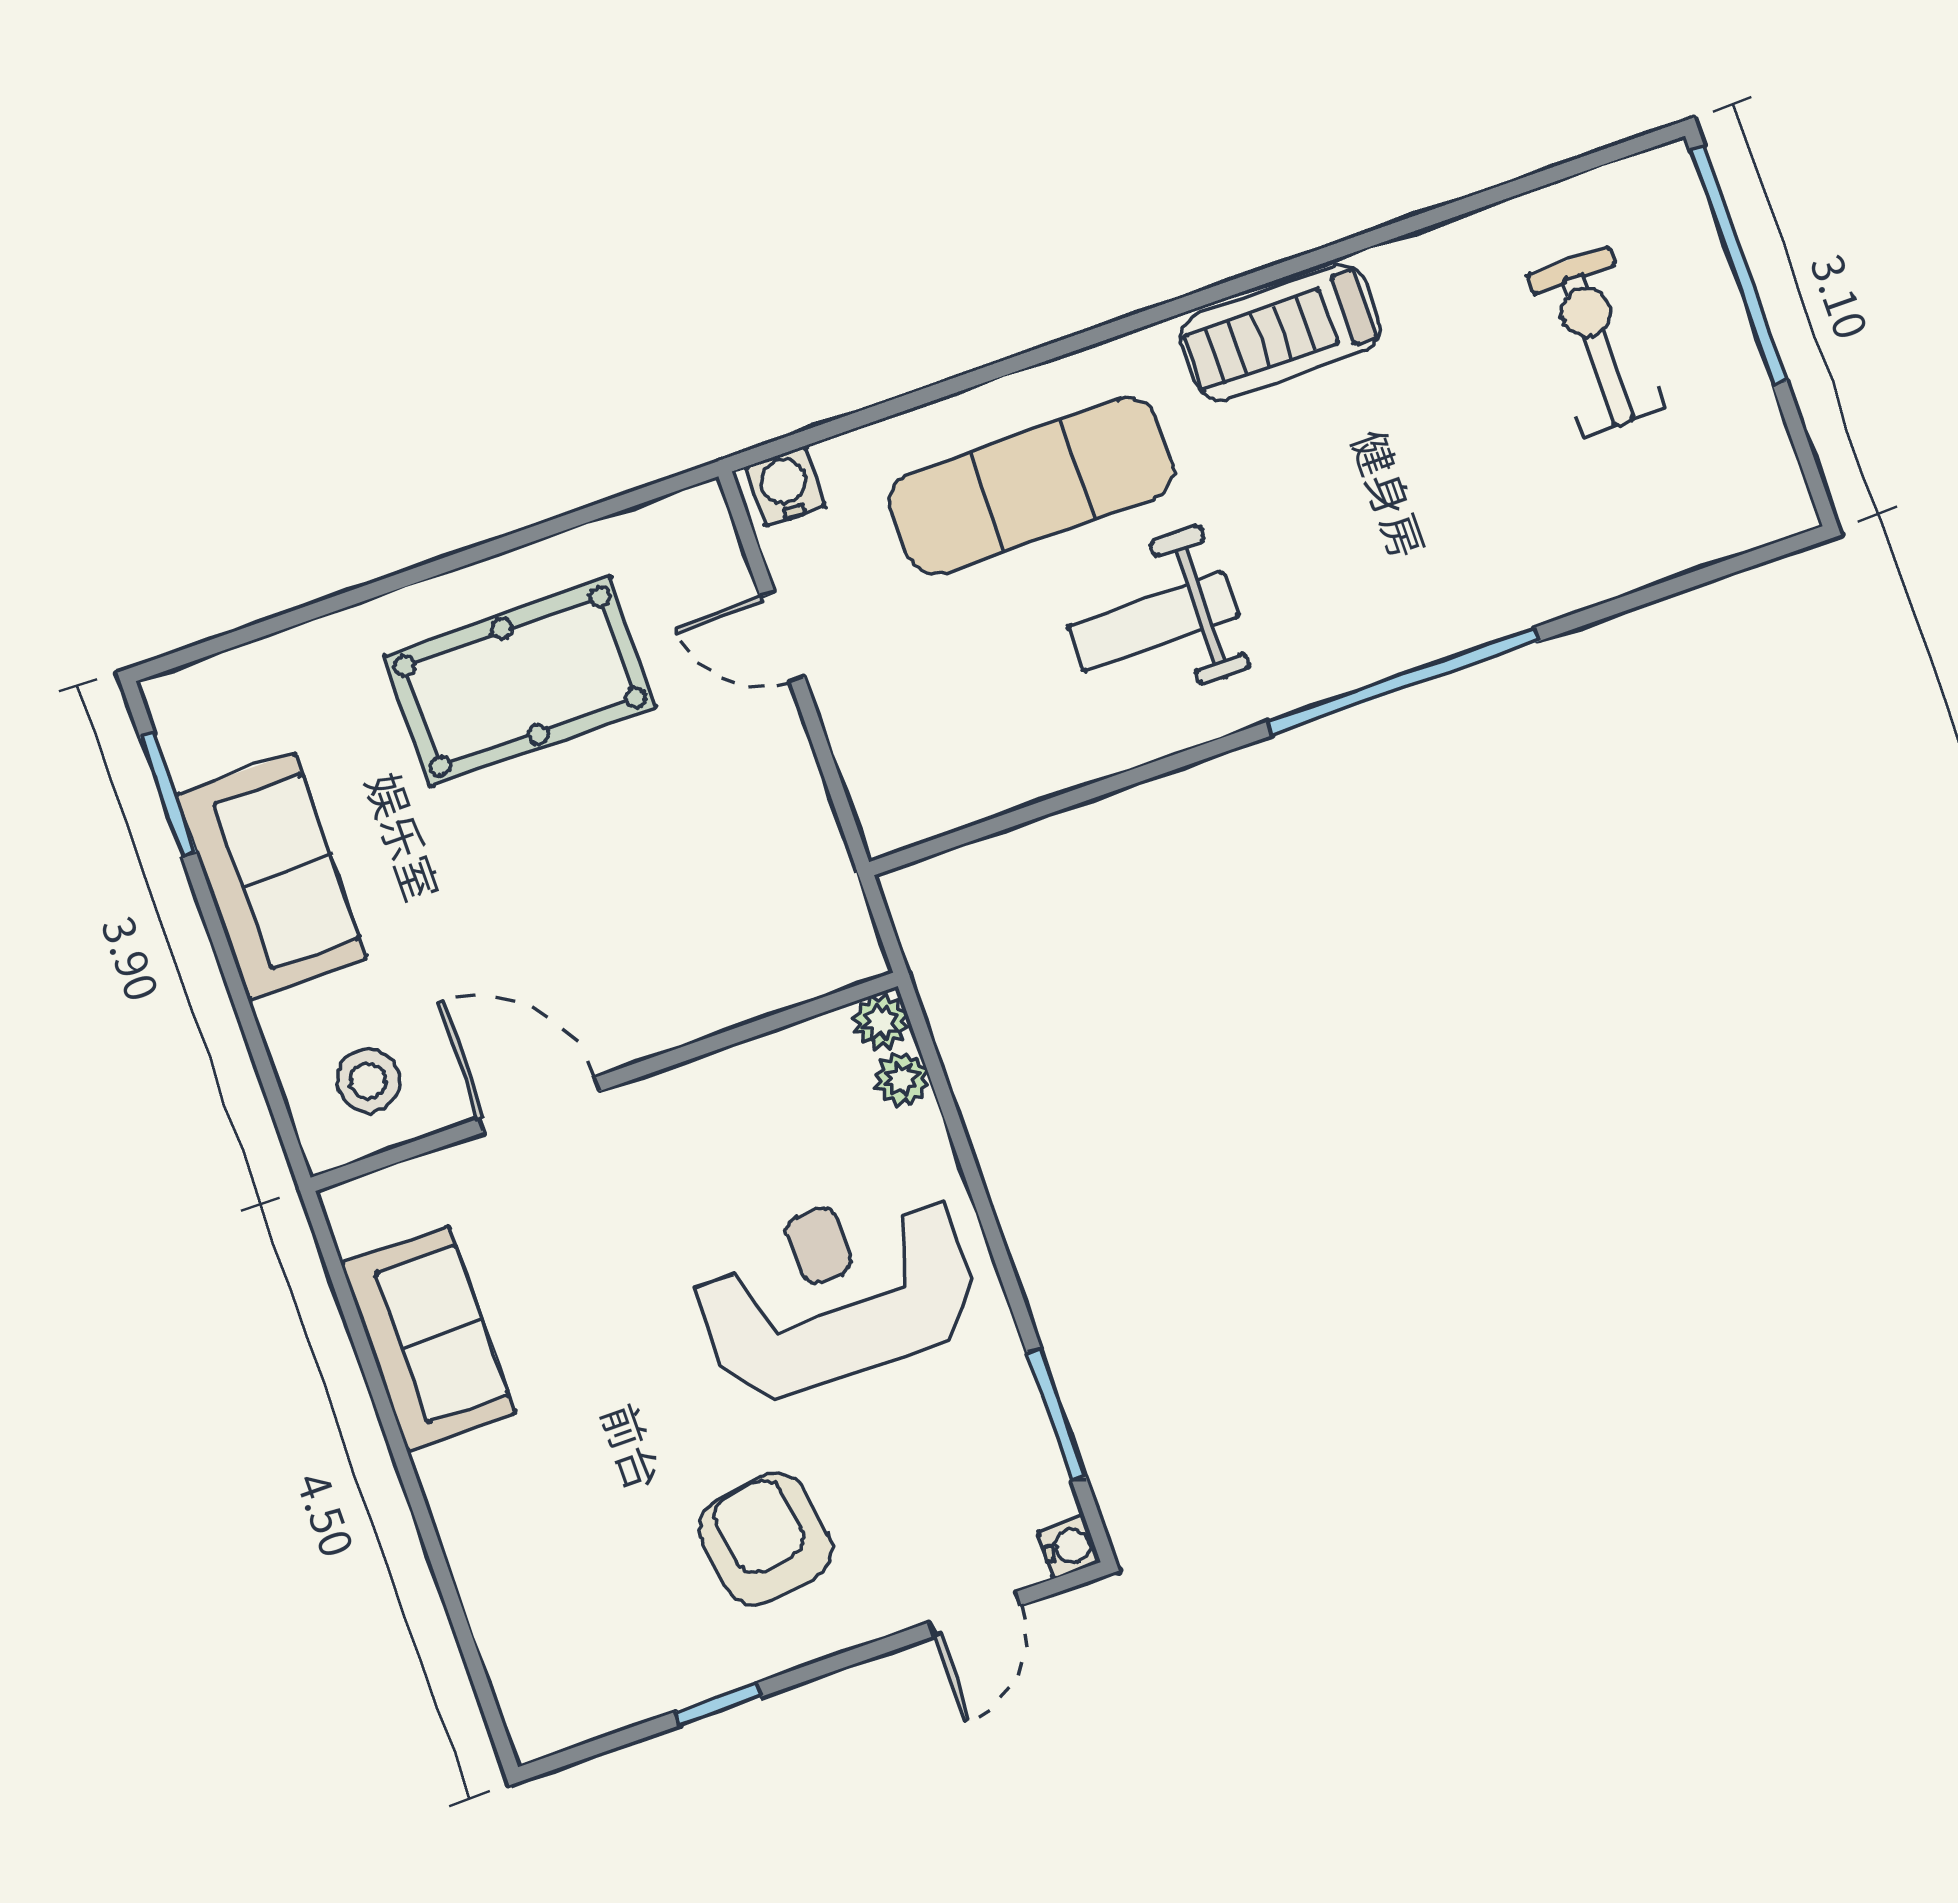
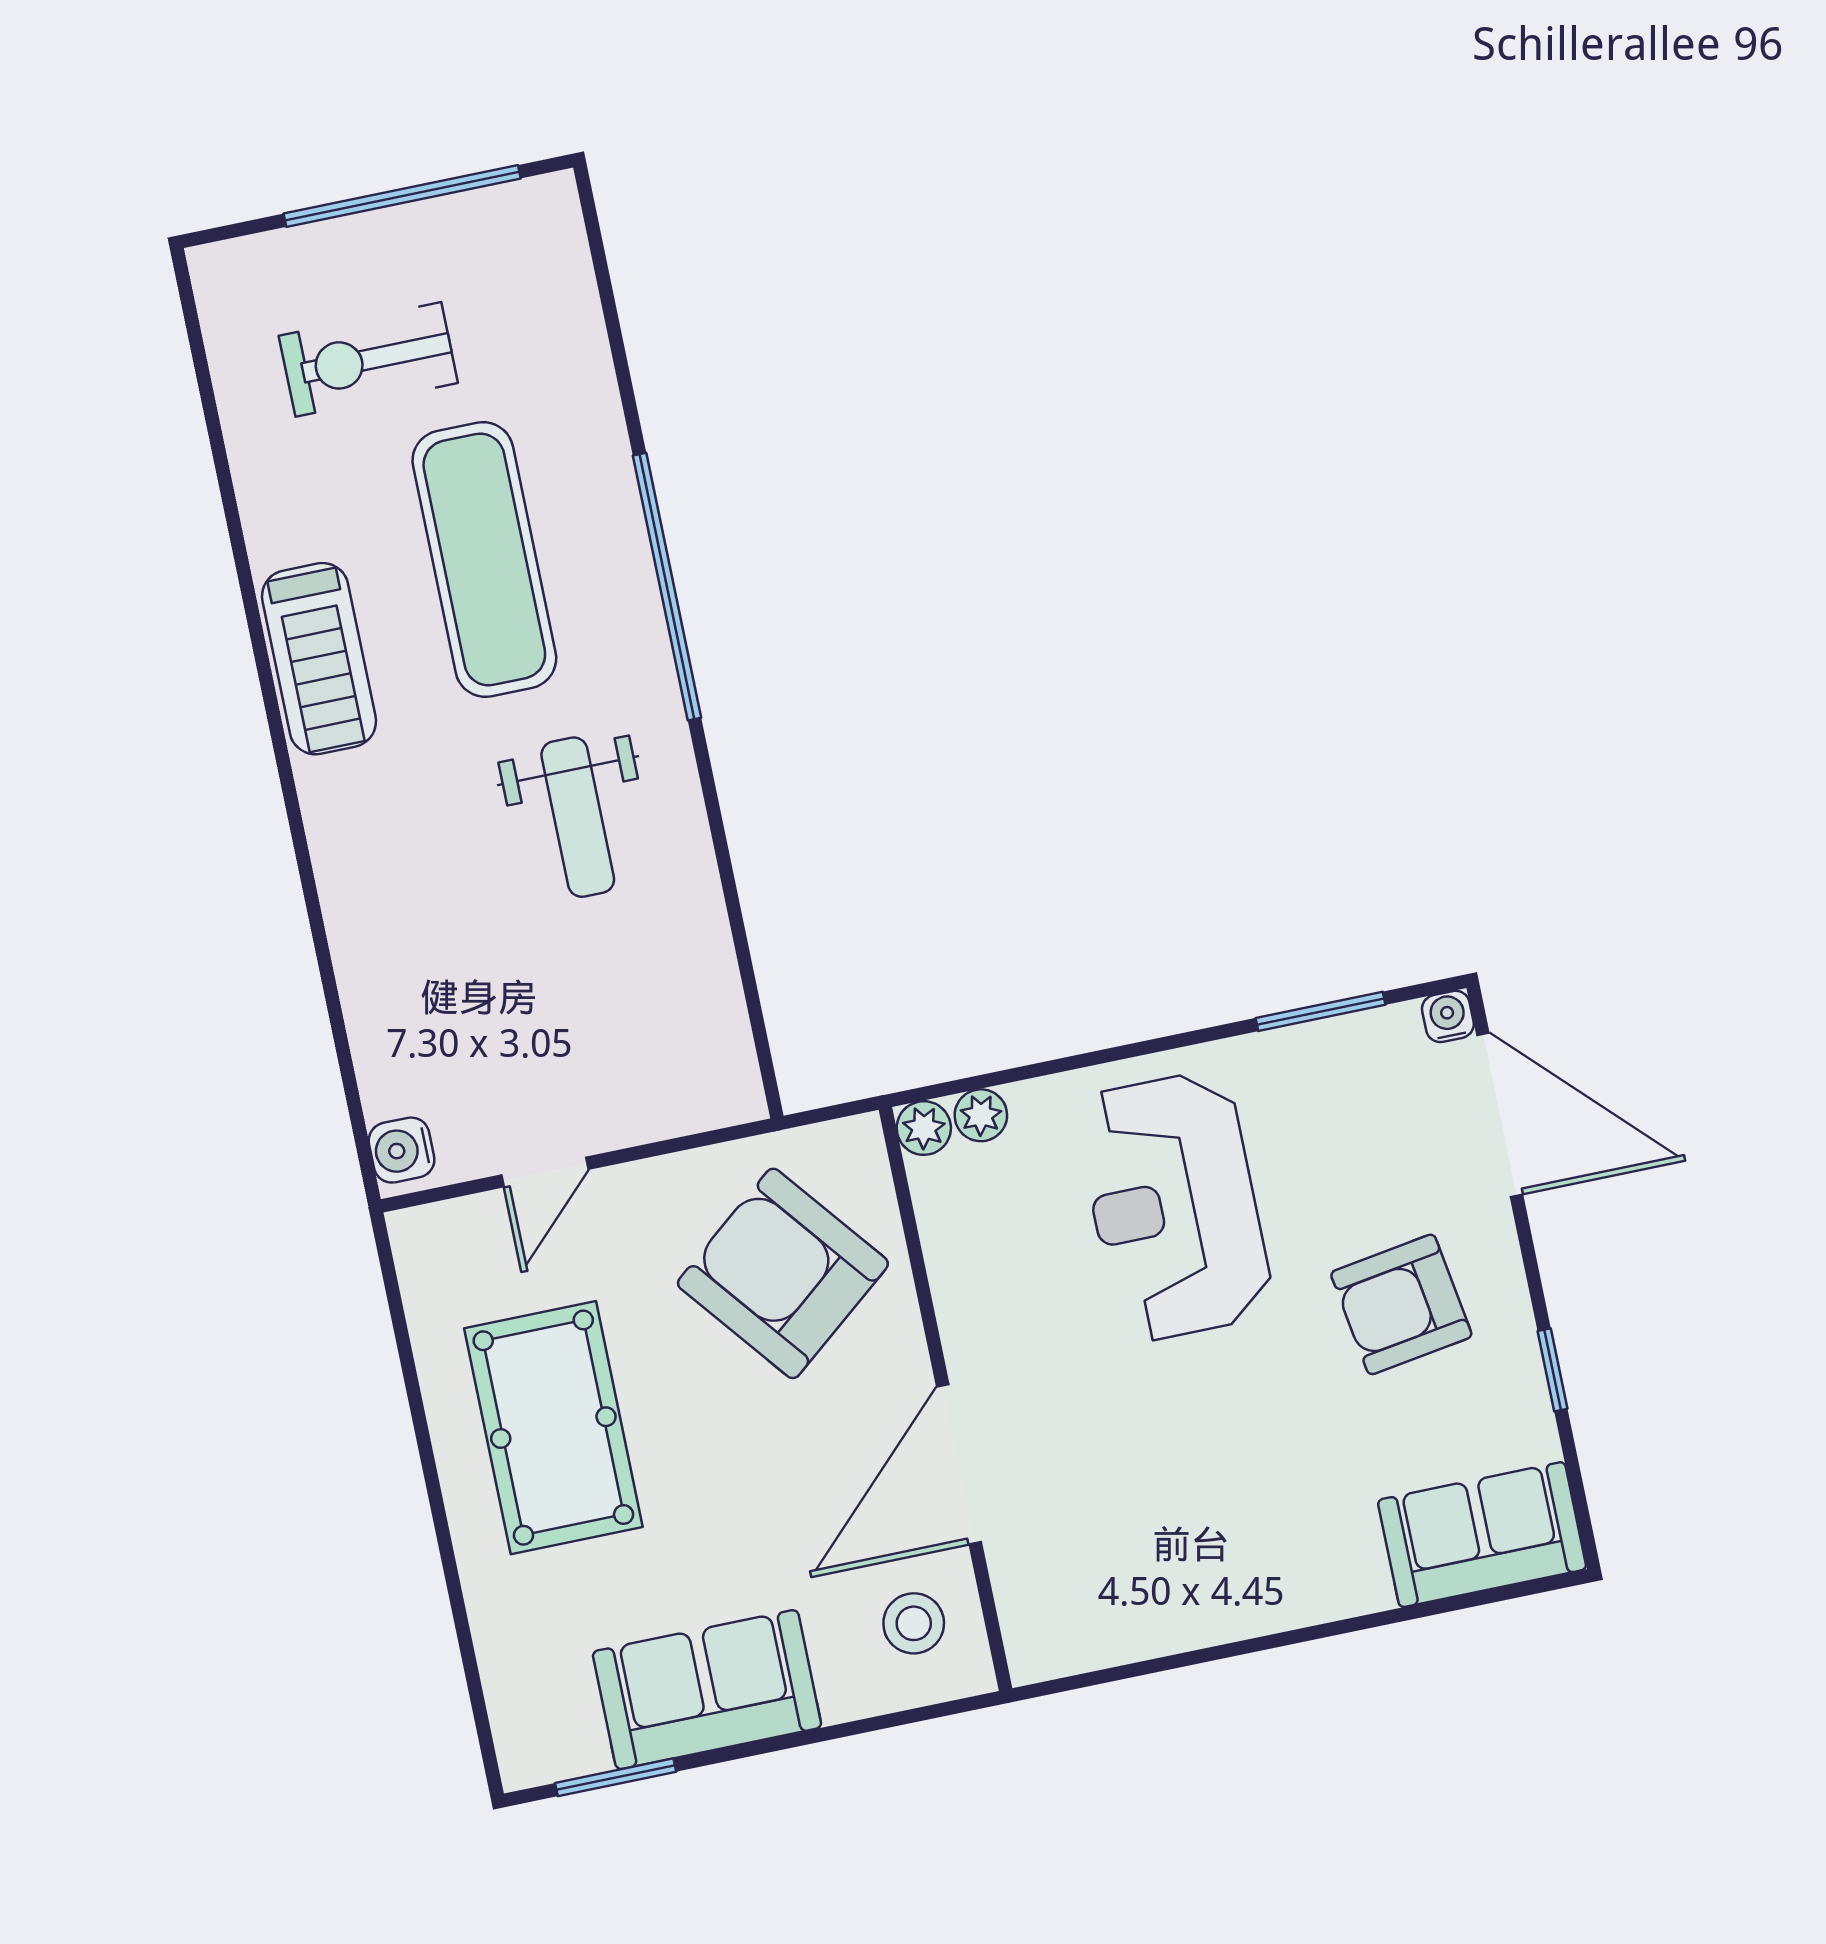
window: (1738, 265) -> (402, 196), moved
exercise mat: (1032, 486) -> (484, 560), moved
armchair: (711, 897) -> (783, 1273), added
door: (539, 1105) -> (959, 1464), width x1.36
sofa: (428, 1339) -> (1482, 1535), moved
door: (975, 1614) -> (1500, 1115), width x1.88

